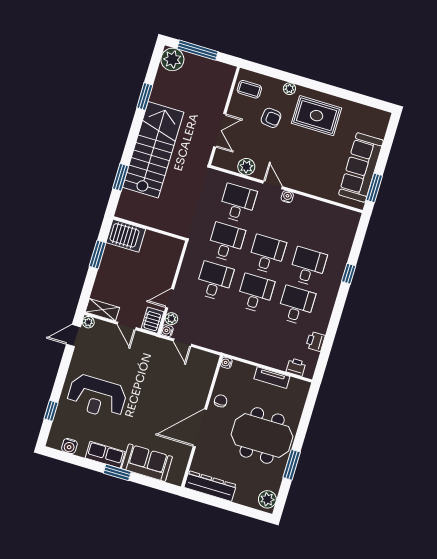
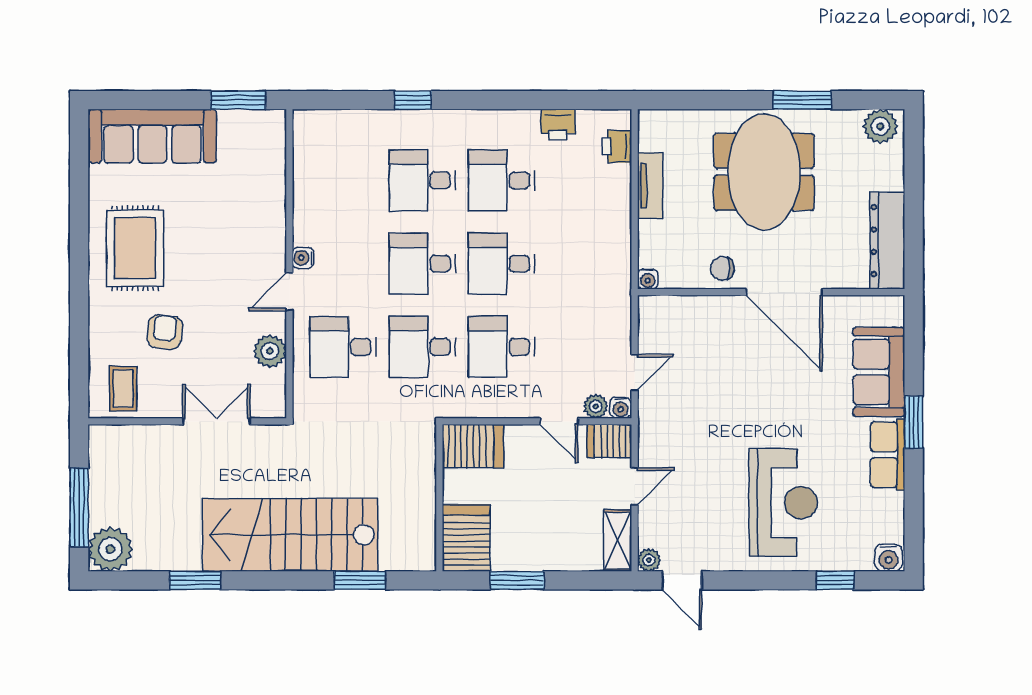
plant: (289, 89) -> (100, 314), removed
sofa: (361, 167) -> (153, 136), moved
server rack: (170, 253) -> (473, 446), added
water cooler: (69, 446) -> (889, 558), moved, turned 90

